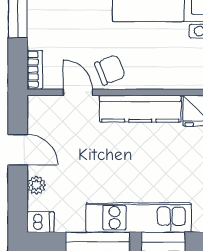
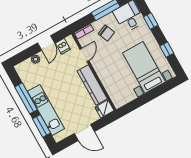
chair: (110, 70) -> (106, 33), moved
dishwasher: (41, 222) -> (63, 46), moved

